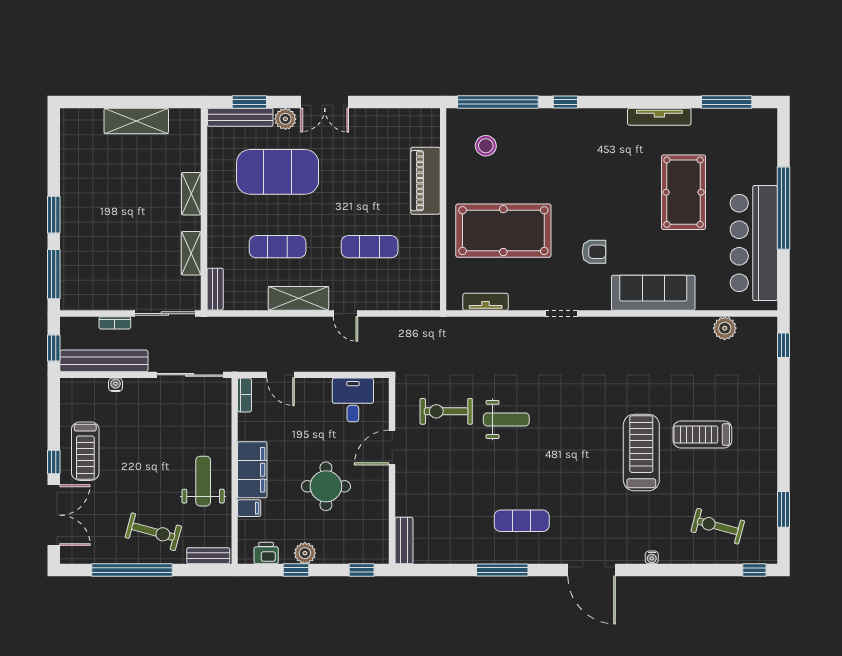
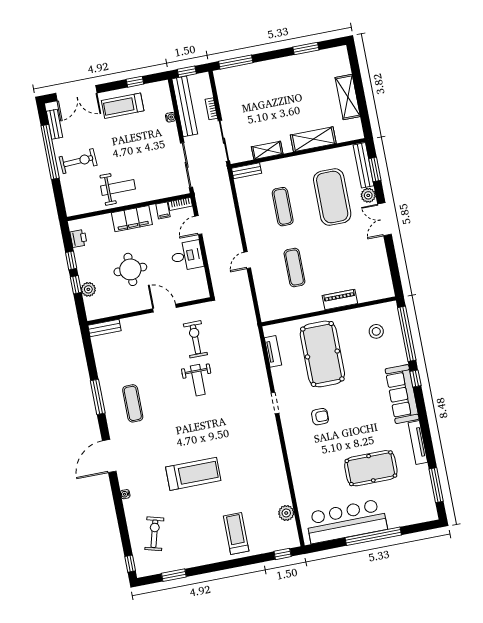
piano: (425, 181) -> (340, 300), width x0.73, depth x0.75
shelving: (191, 194) -> (313, 139), width x1.50, depth x1.33
window: (54, 215) -> (306, 48), moved
armchair: (594, 252) -> (320, 417), turned -90
sofa: (653, 293) -> (402, 394), moved, turned 180
shelving: (299, 298) -> (251, 227), removed
desk: (353, 400) -> (187, 256), moved
treadmill: (702, 434) -> (236, 534), moved
window: (54, 462) -> (135, 82), moved
filing cabinet: (249, 508) -> (163, 210), moved
exercise bike: (153, 532) -> (78, 161), turned -108
plant: (305, 553) -> (88, 289), moved
bench: (208, 556) -> (54, 124), moved
window: (362, 570) -> (76, 285), moved

